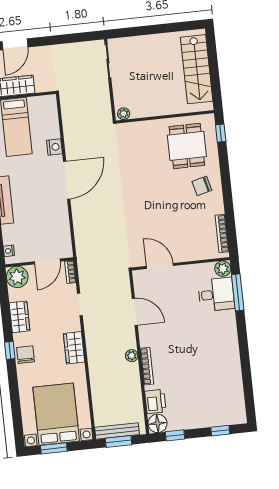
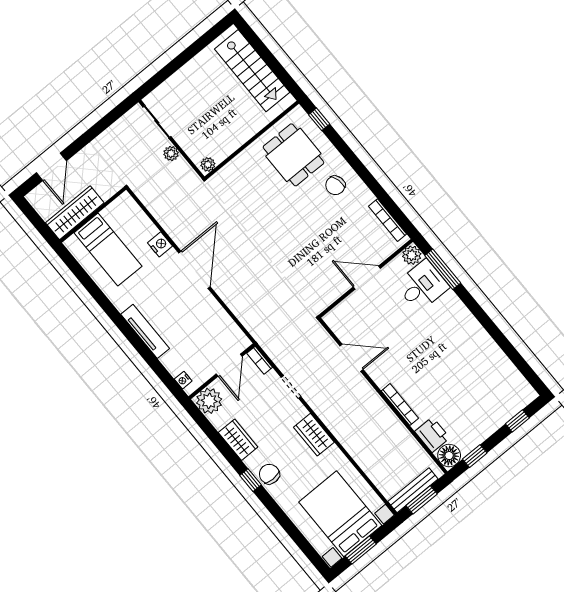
door: (160, 266) -> (367, 278), moved
plant: (132, 356) -> (171, 153), moved

